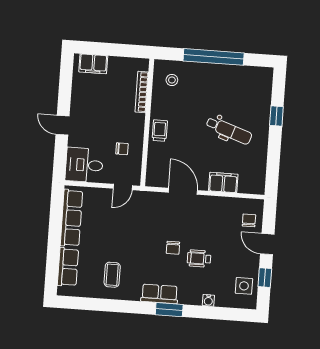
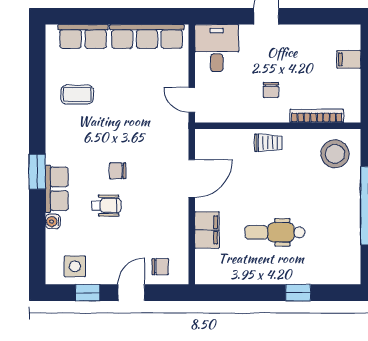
filing cabinet: (93, 64) -> (349, 59), width x0.50
stool: (172, 80) -> (335, 154), width x1.89, depth x1.89
dental chair: (229, 130) -> (275, 232), turned 71
chair: (122, 149) -> (271, 90), moved
wheelchair: (199, 258) -> (106, 206), turned 90
row of seats: (159, 294) -> (57, 189), moved

